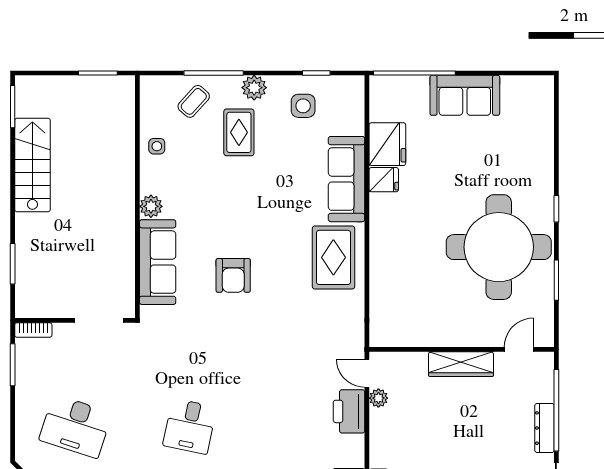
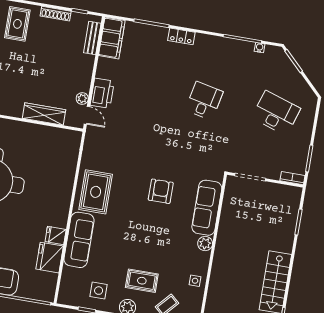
rug: (239, 132) -> (142, 281), turned 90
wardrobe: (461, 364) -> (44, 114), moved

